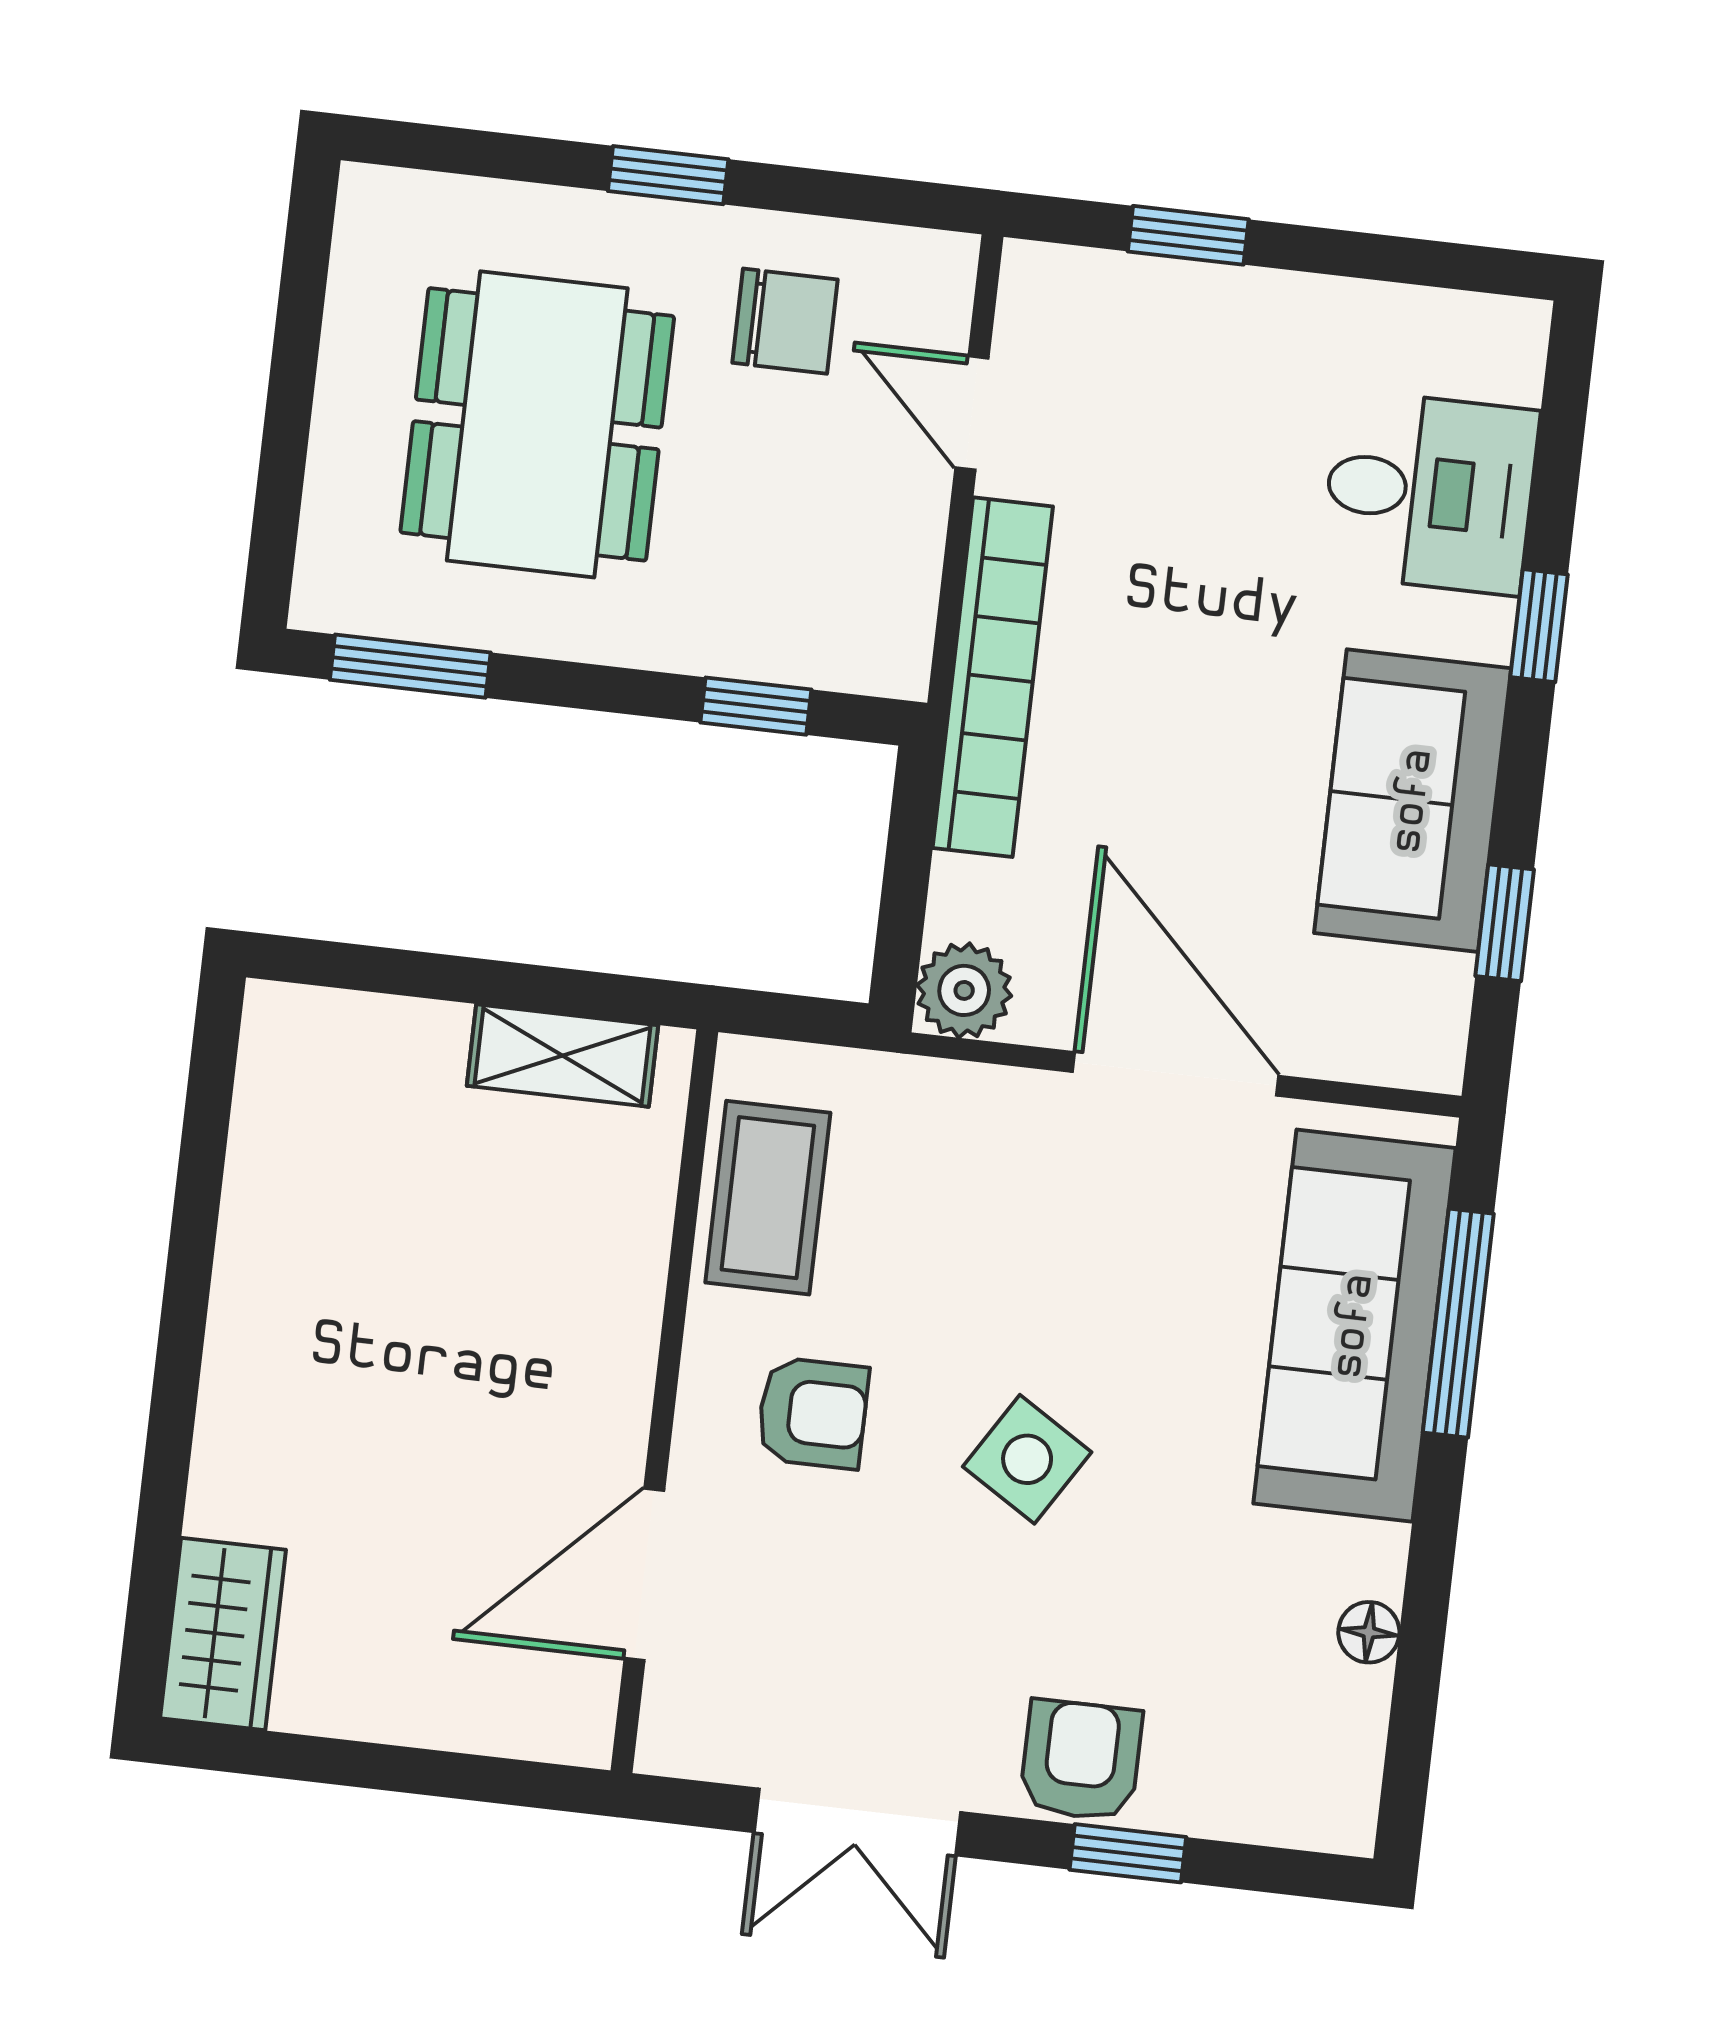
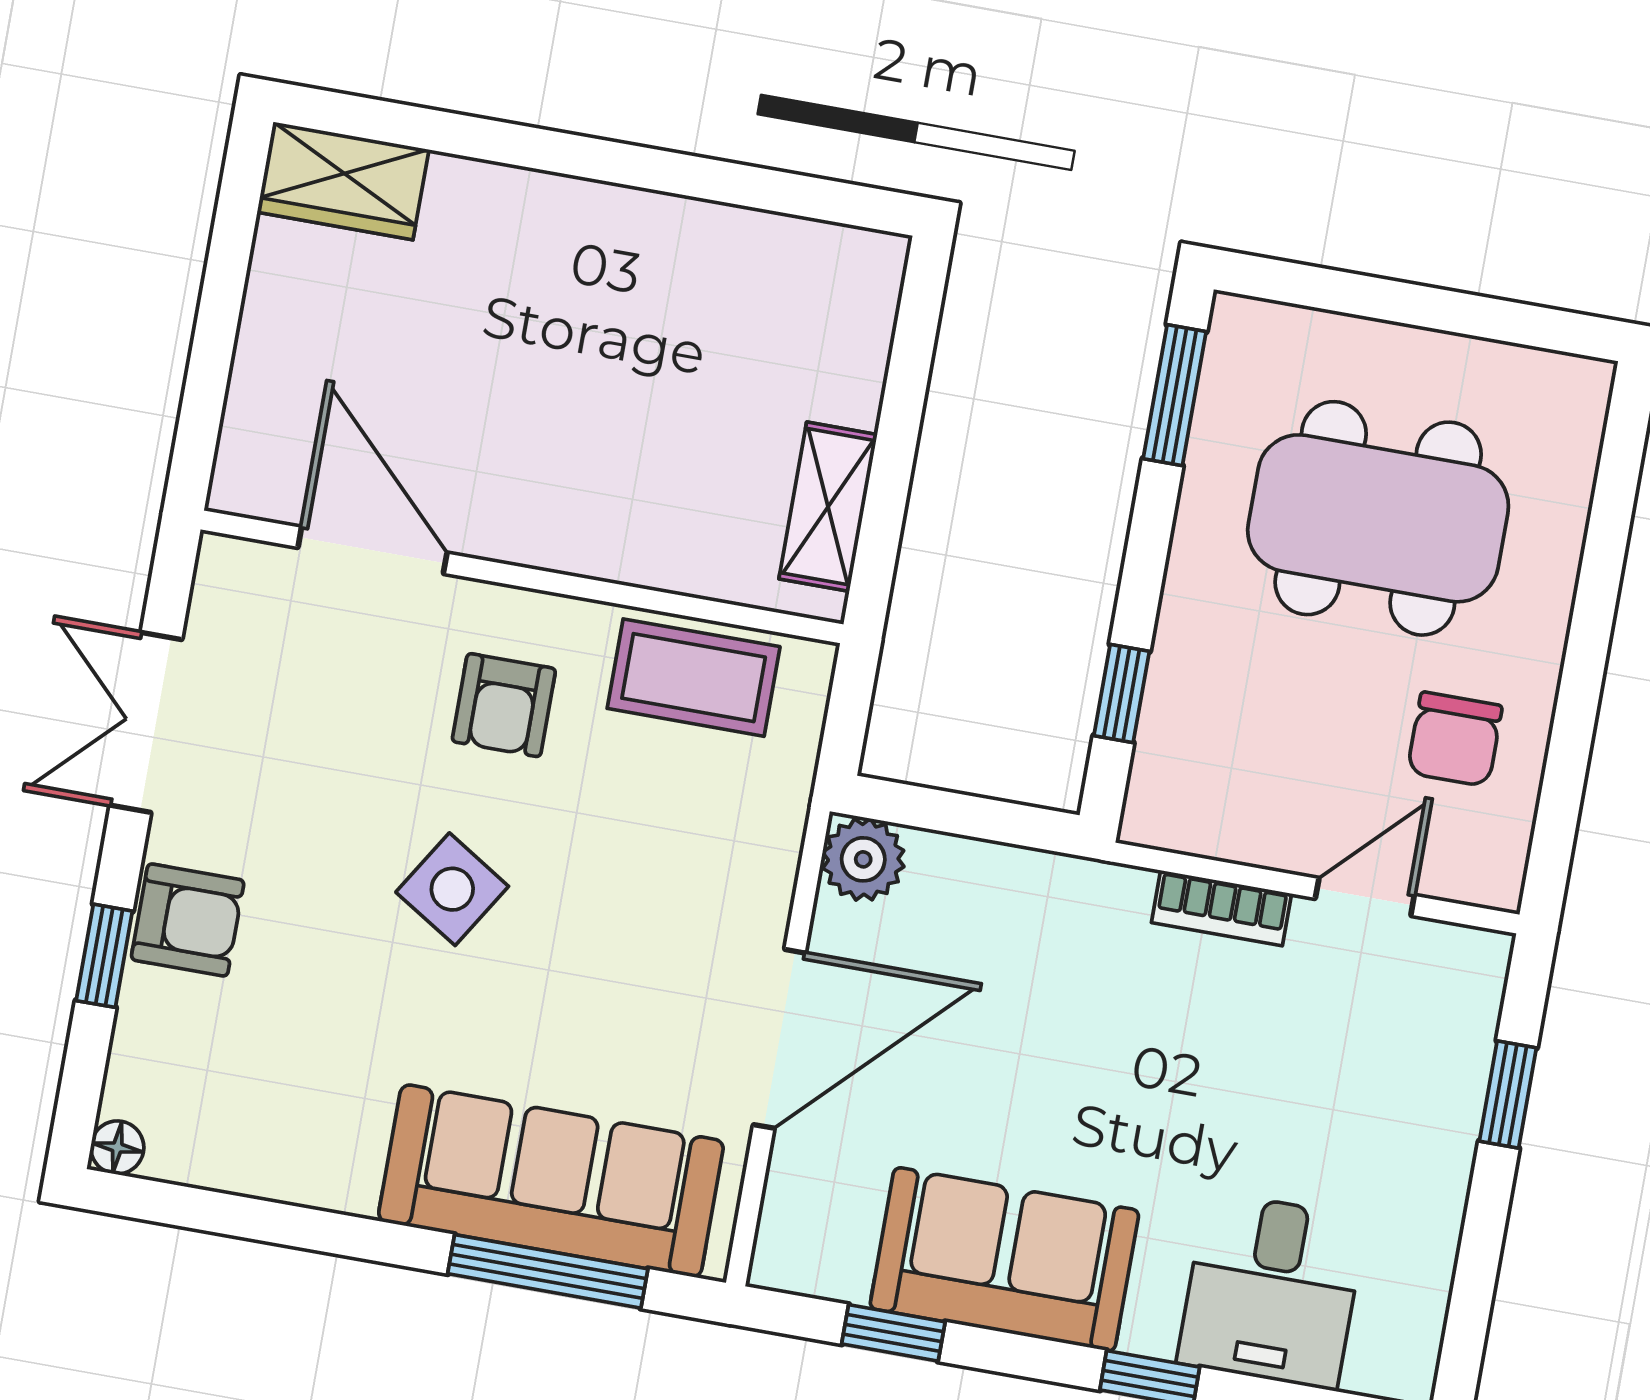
window: (668, 175) -> (1588, 645), removed
bookcase: (993, 677) -> (1221, 908), width x0.43, depth x0.76
floor lamp: (1369, 1632) -> (117, 1148), moved

